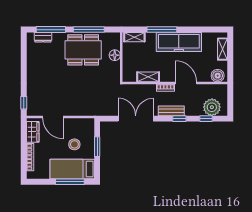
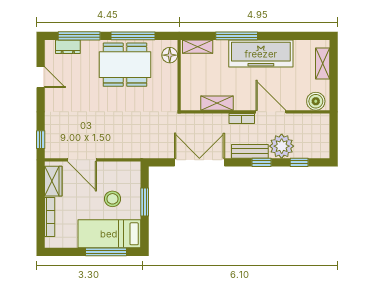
floor lamp: (115, 55) -> (170, 55), moved
door: (24, 59) -> (41, 77), added
plant: (212, 107) -> (282, 146), moved

